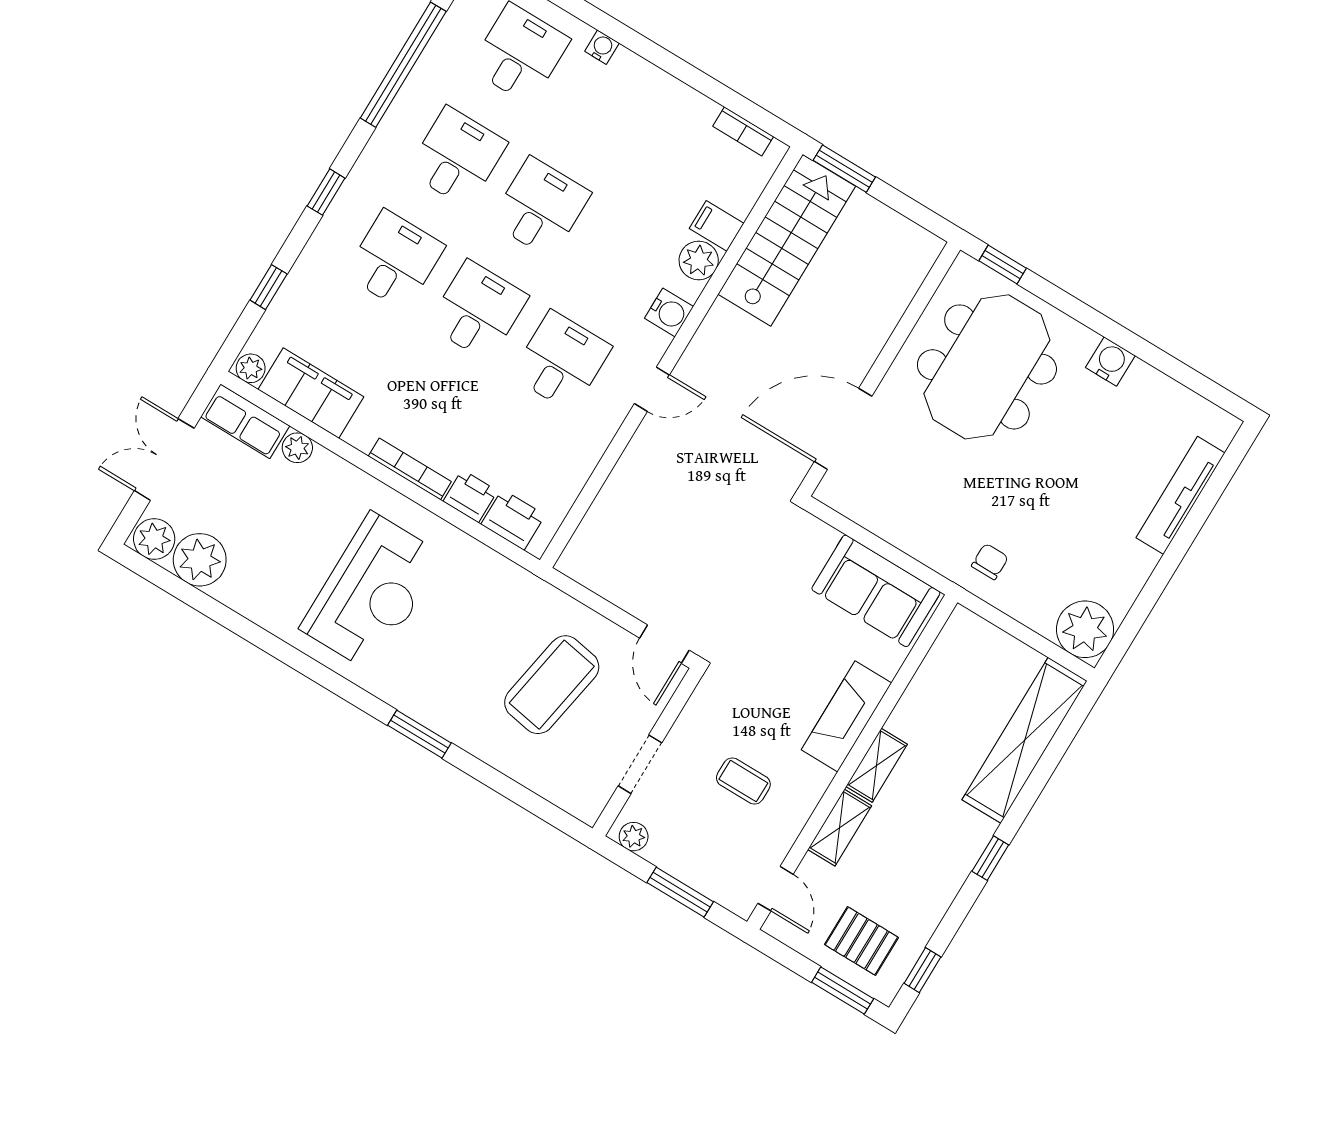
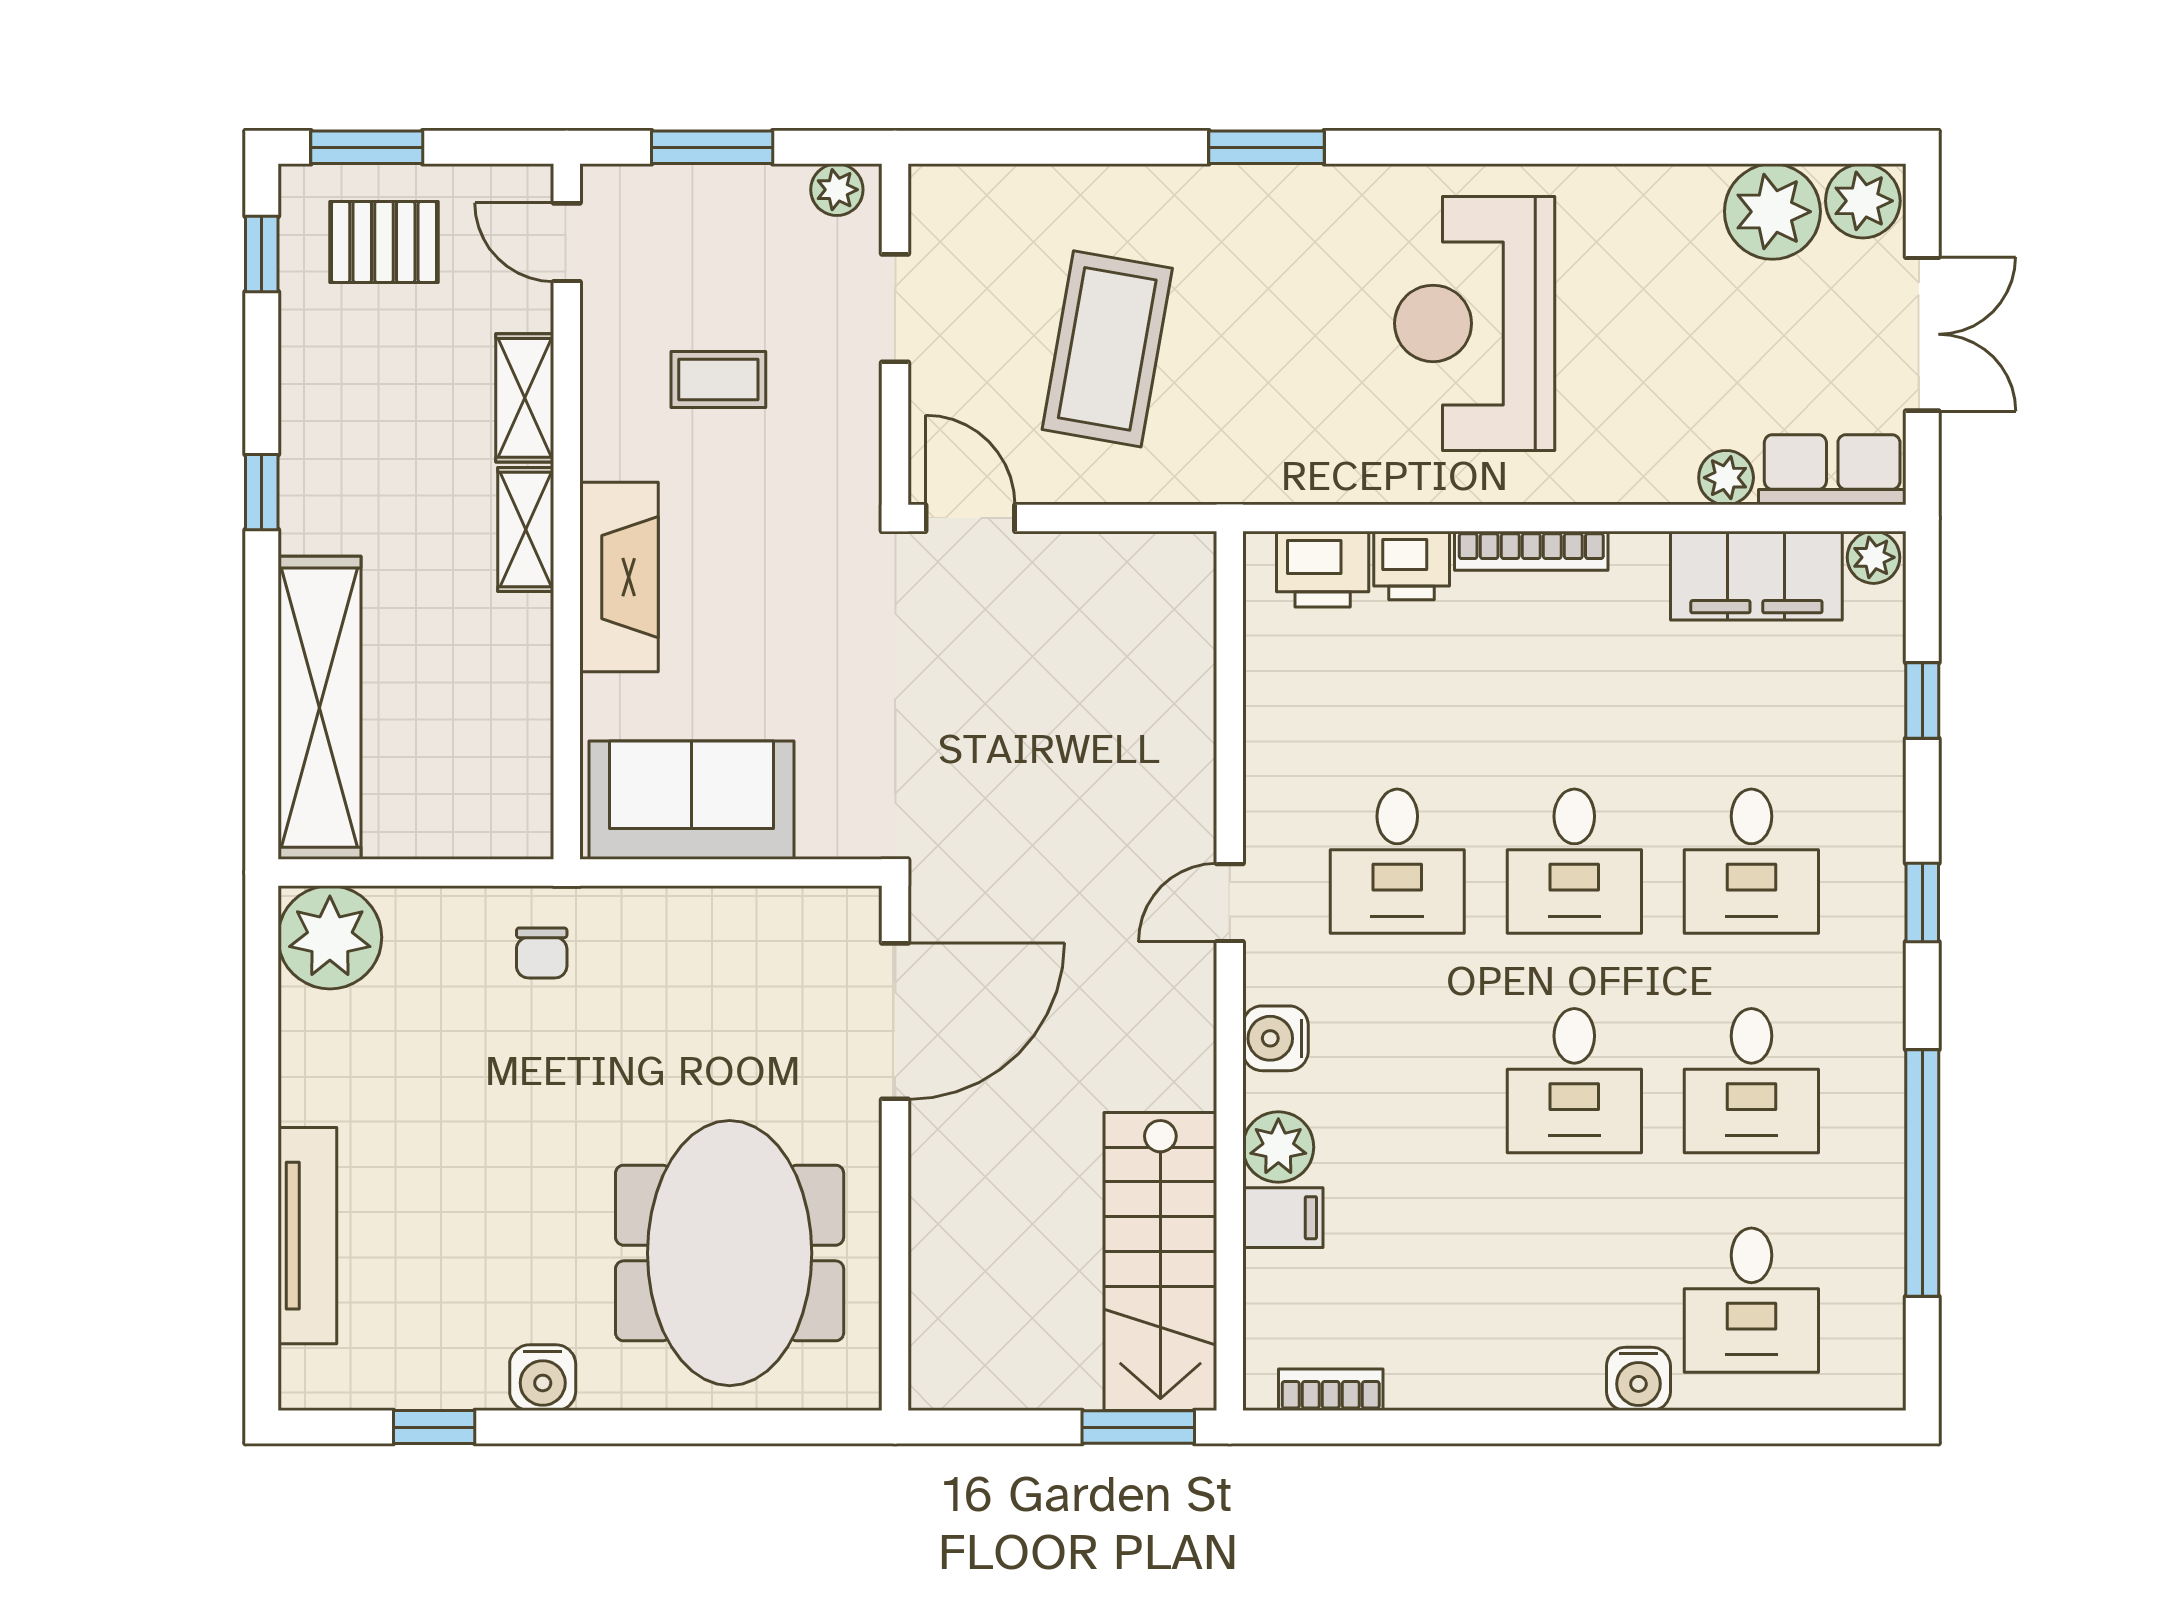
water cooler: (602, 47) -> (1638, 1379), width x1.38, depth x1.38
window: (1003, 265) -> (434, 1427), moved

